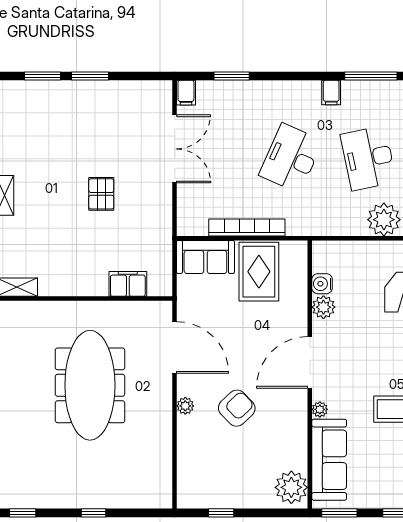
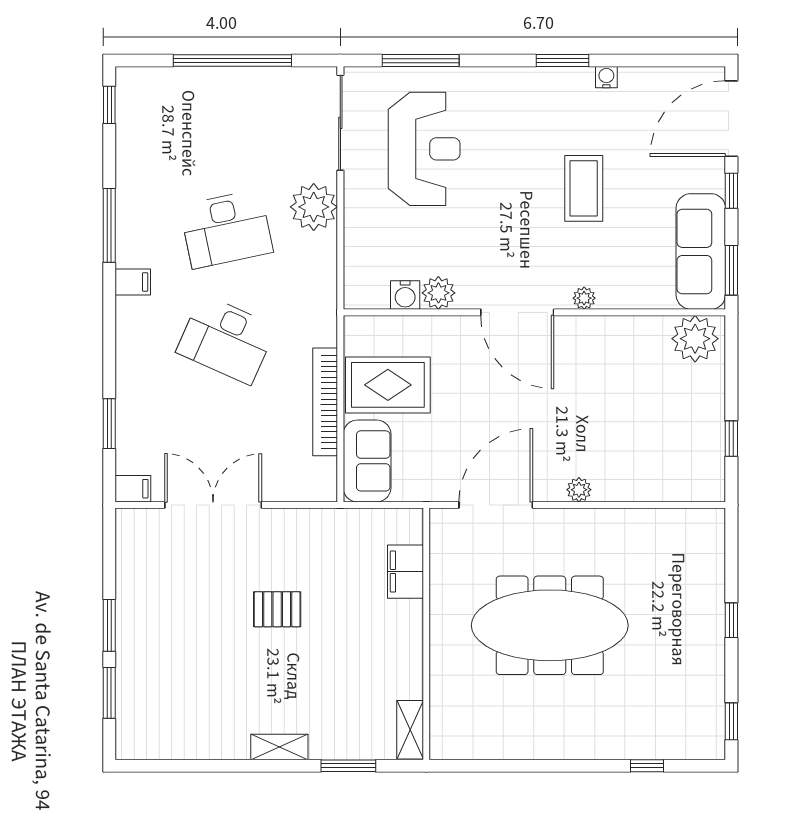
armchair: (237, 408) -> (582, 416), removed
sofa: (329, 460) -> (701, 251), moved, turned -90

